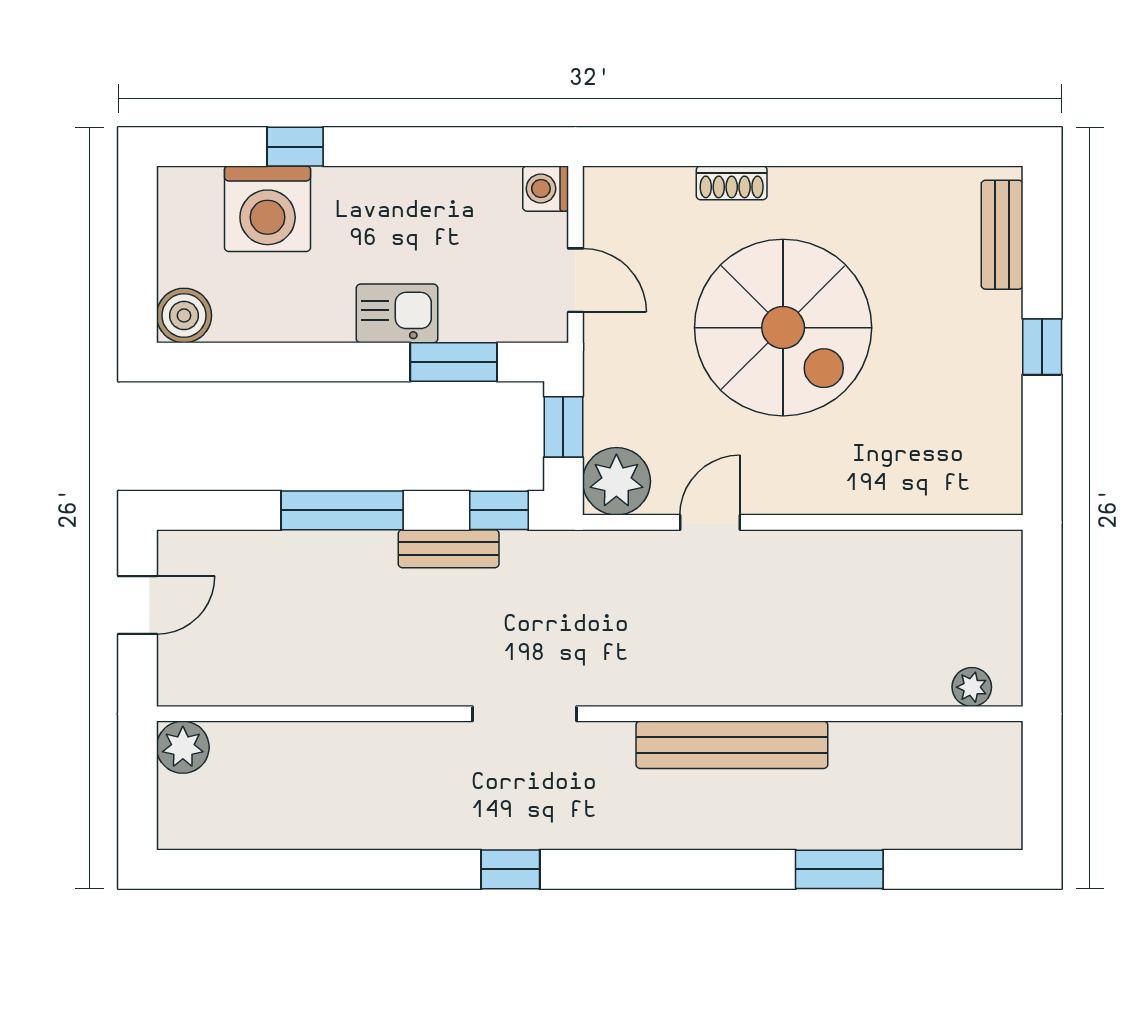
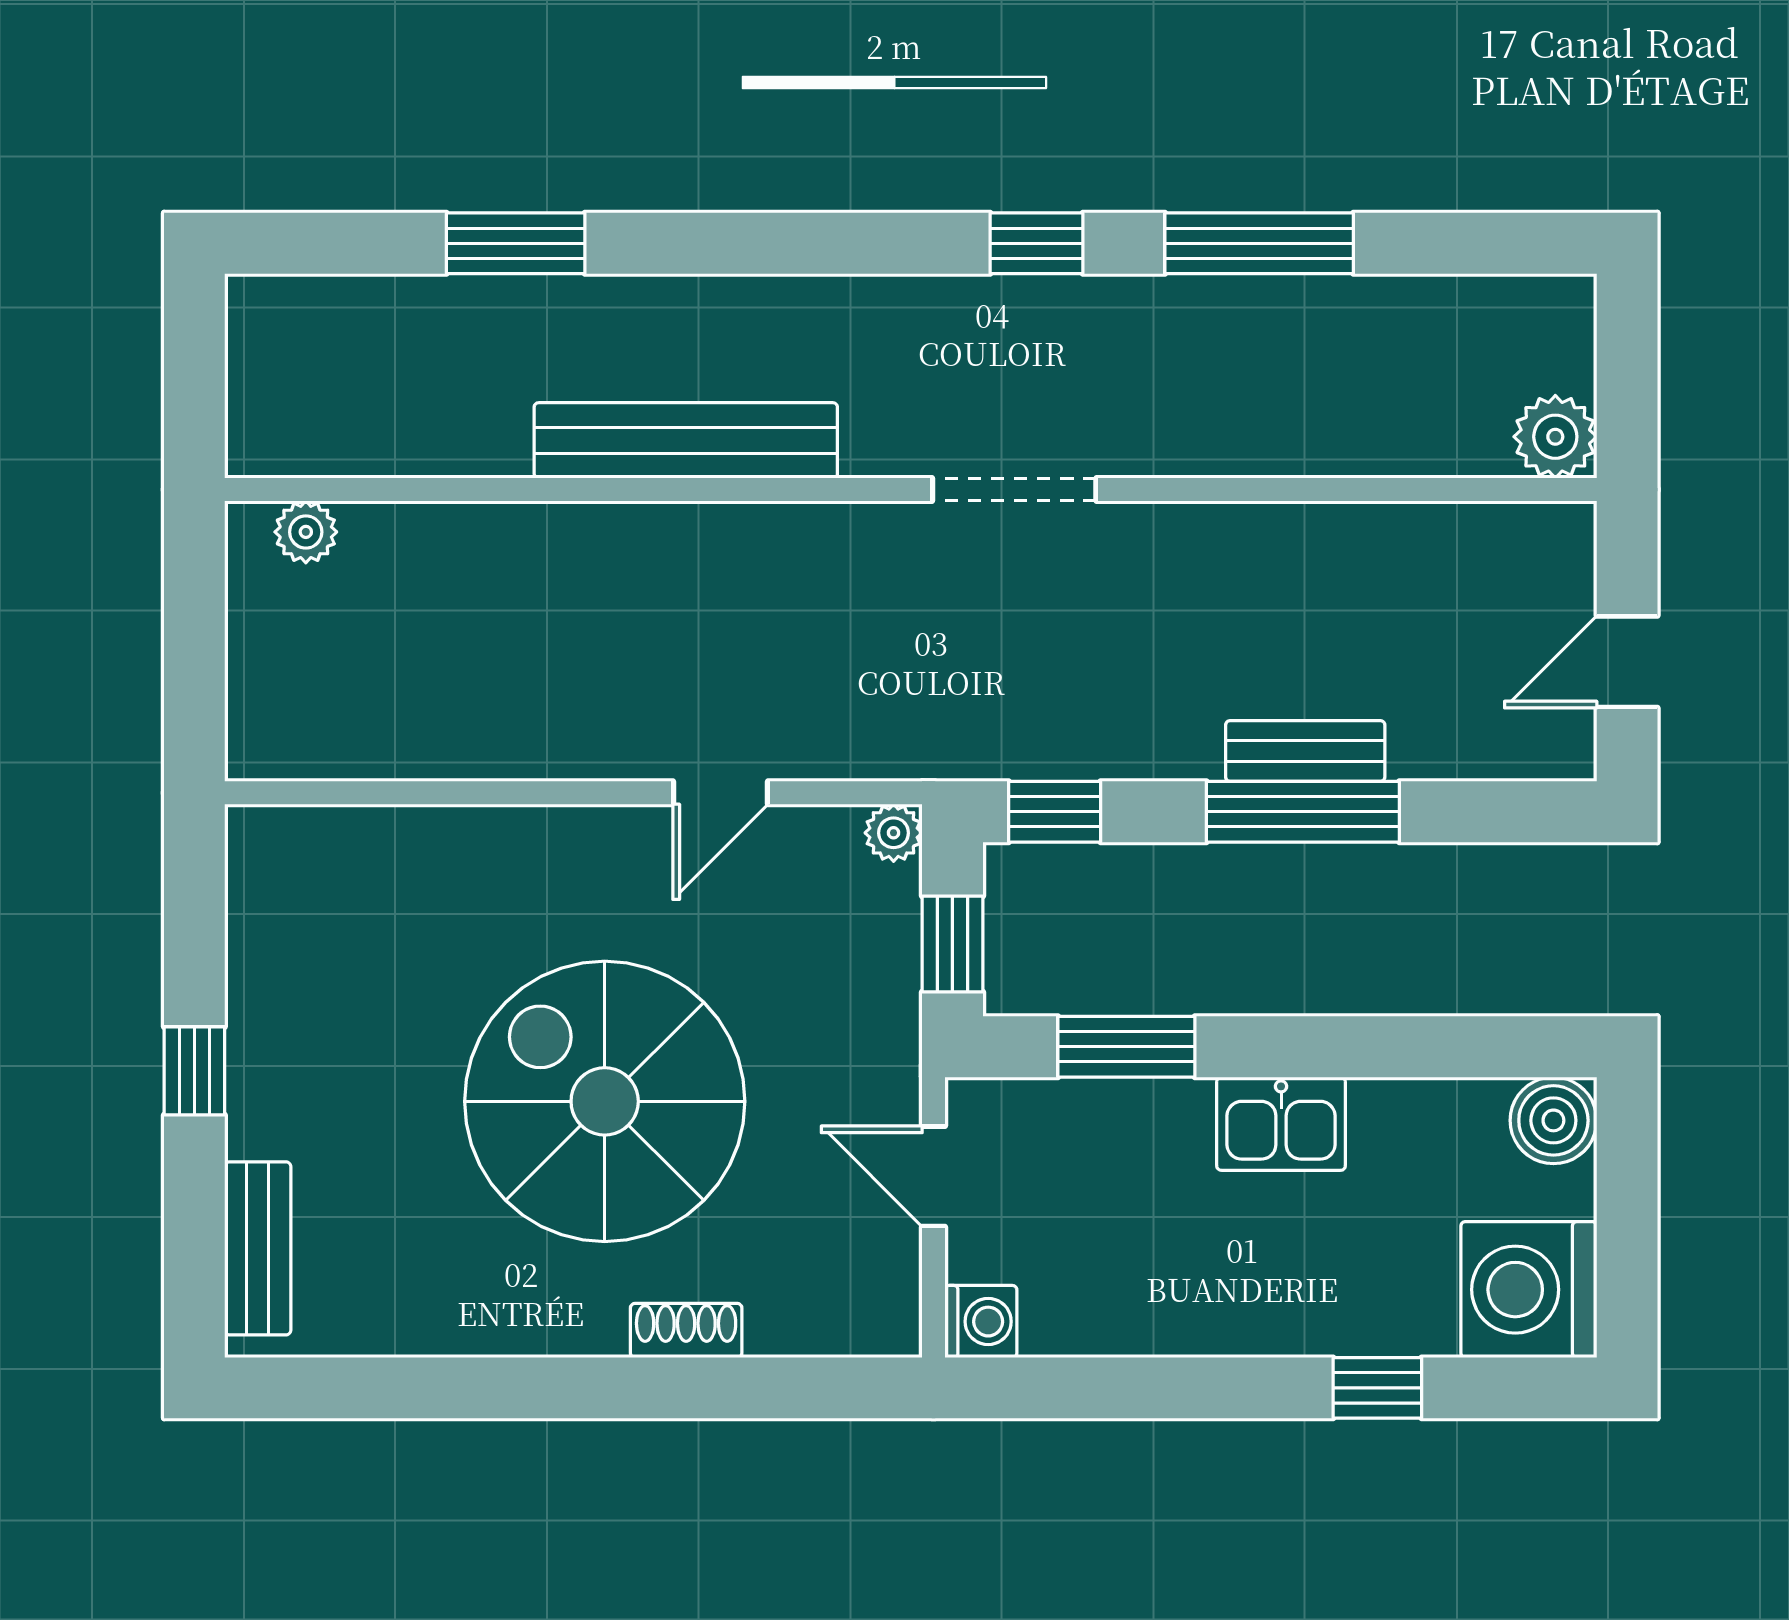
washing machine: (268, 209) -> (1529, 1290), moved, turned -90
kitchen sink: (397, 313) -> (1281, 1124), moved
plant: (616, 481) -> (894, 833), width x0.53, depth x0.53
bench: (449, 549) -> (1305, 751), moved
window: (370, 869) -> (1259, 243), added

